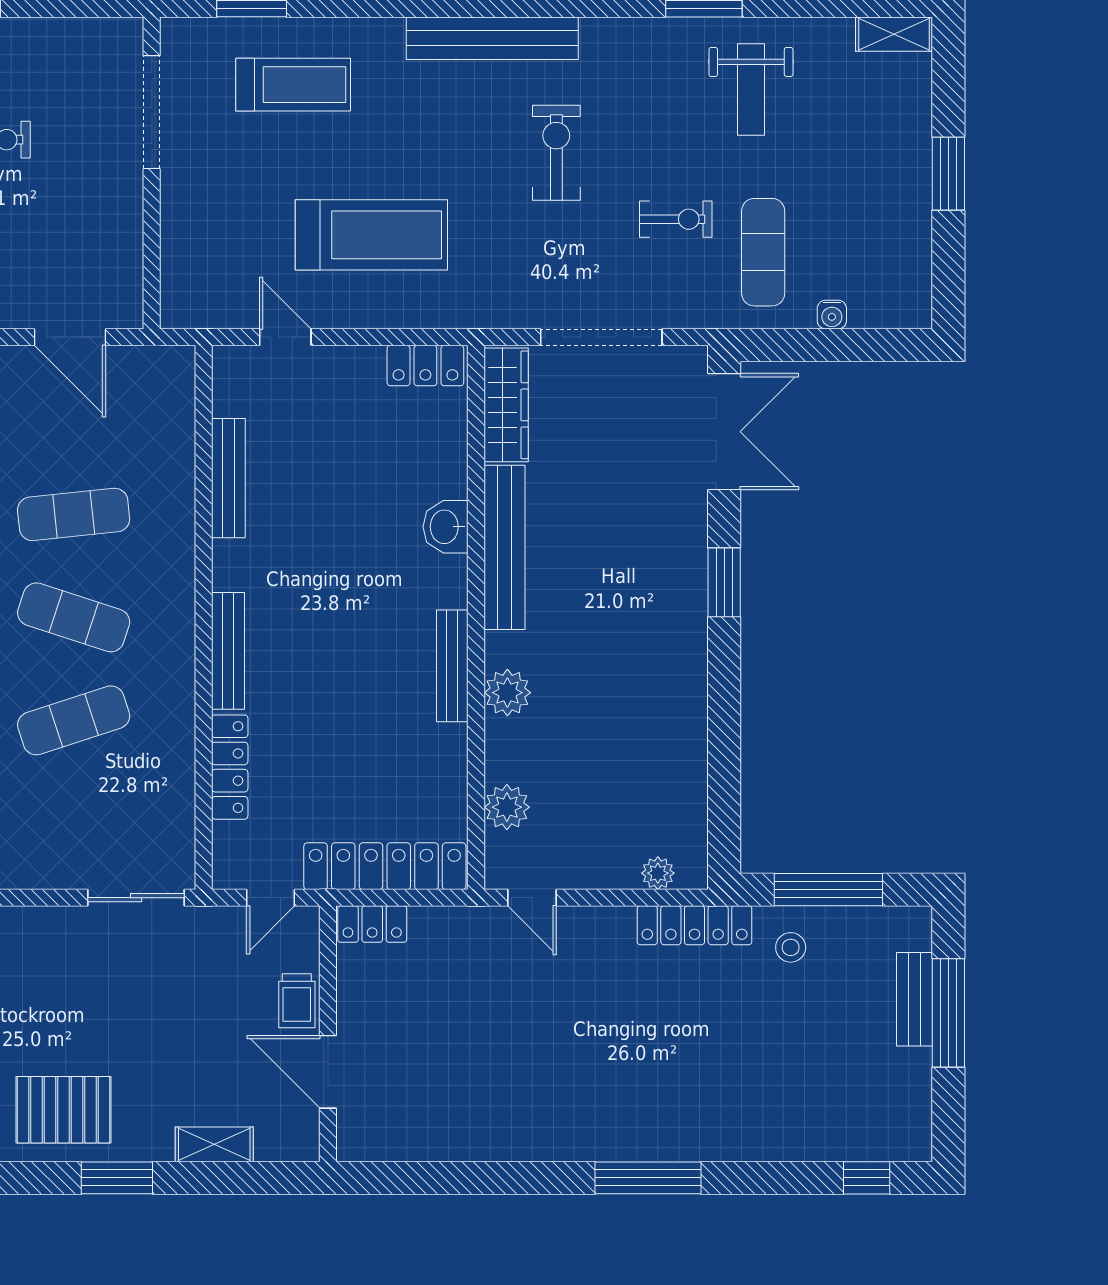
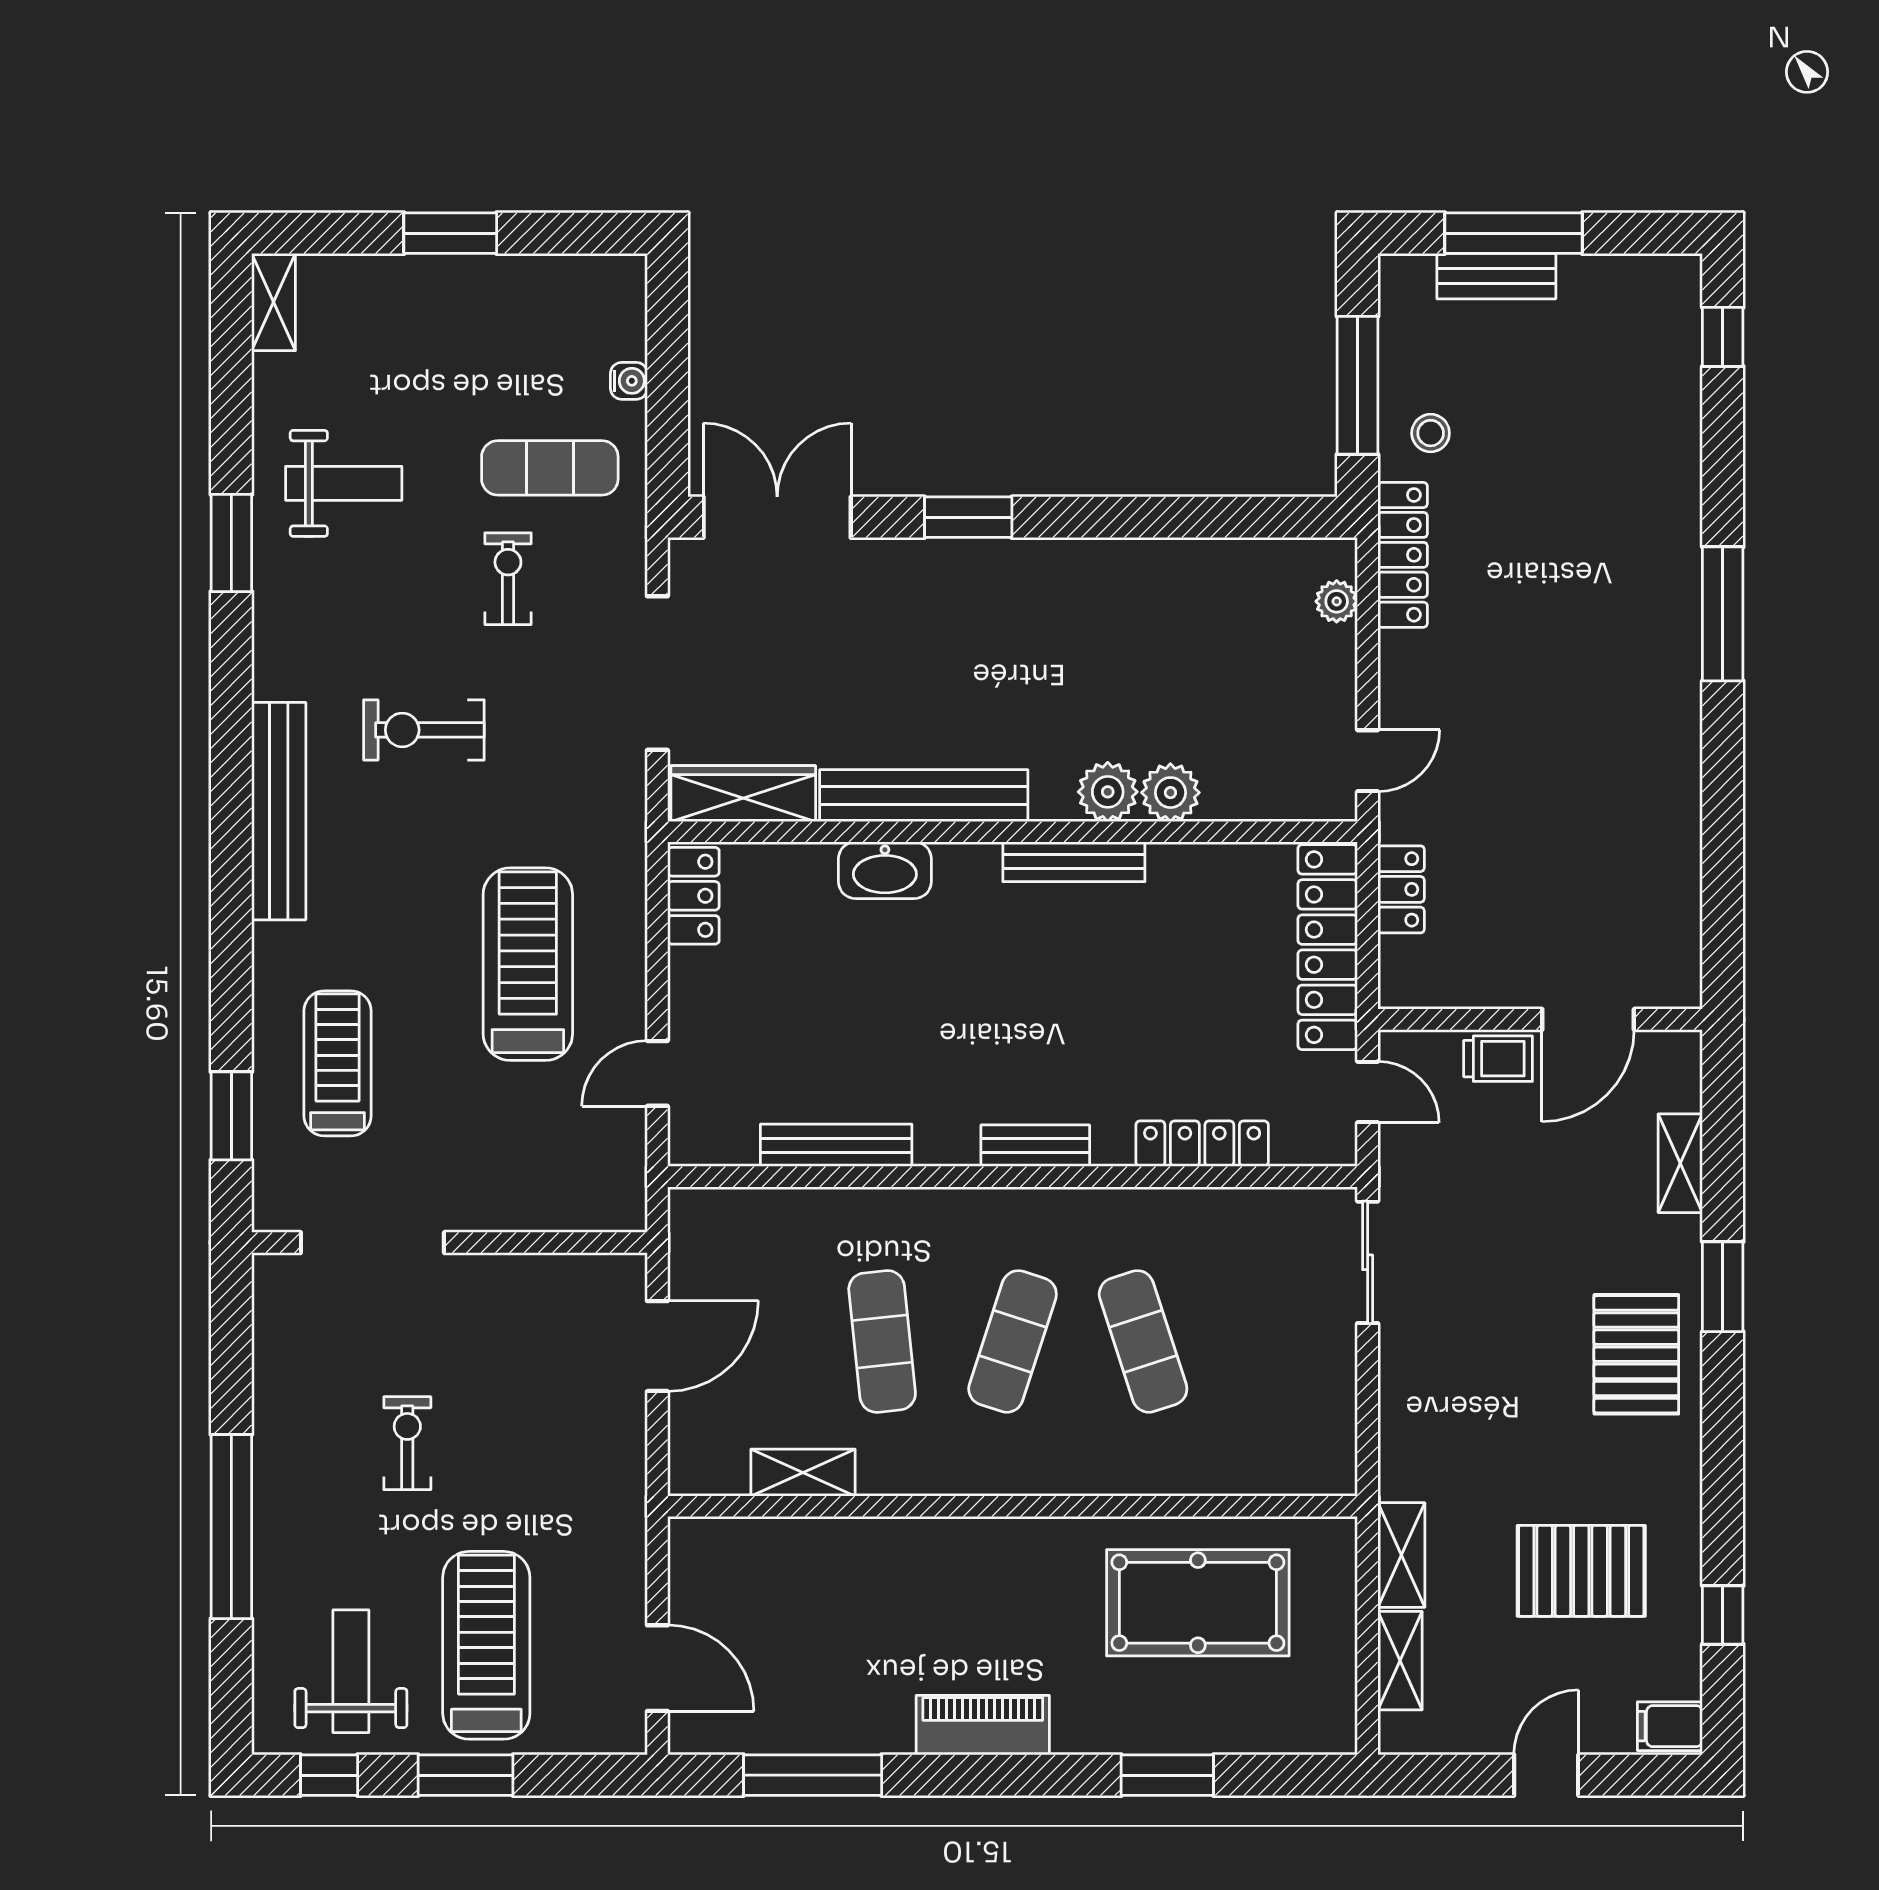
washbasin: (446, 527) -> (885, 870), width x1.38
bench: (228, 651) -> (1035, 1146), width x0.73
plant: (507, 807) -> (1170, 793), moved
locker: (372, 924) -> (1401, 889), moved

